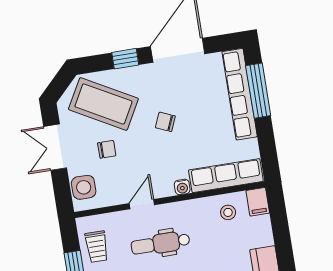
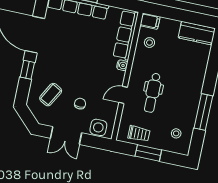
coffee table: (103, 104) -> (51, 95), width x0.54, depth x0.58
chair: (165, 122) -> (77, 60), removed
door: (142, 204) -> (123, 95), hinge flipped

